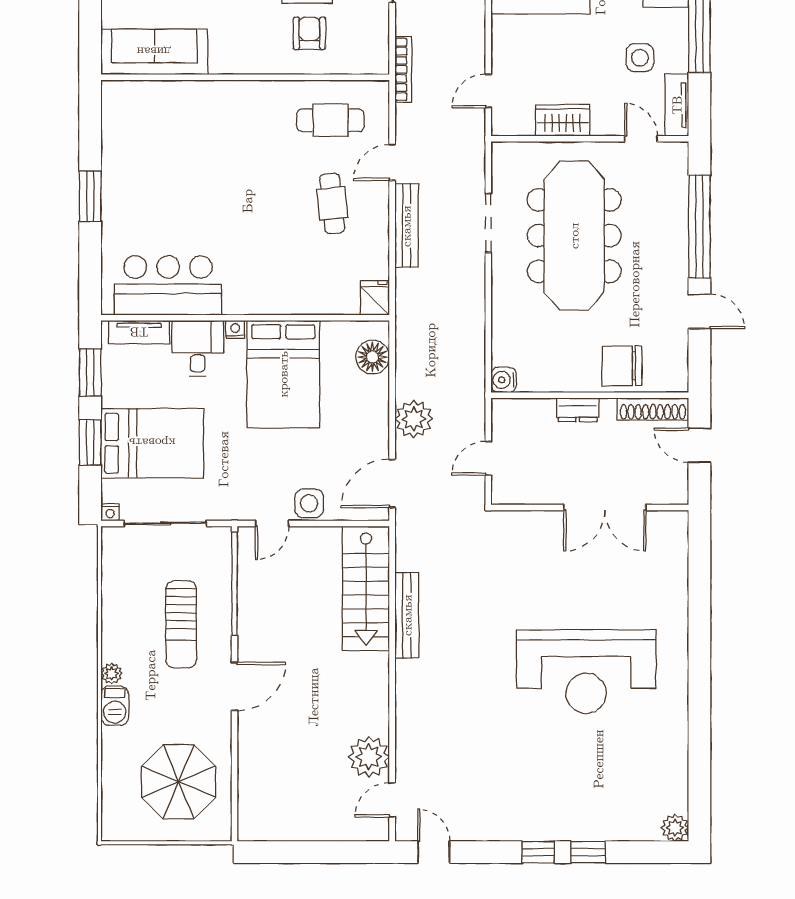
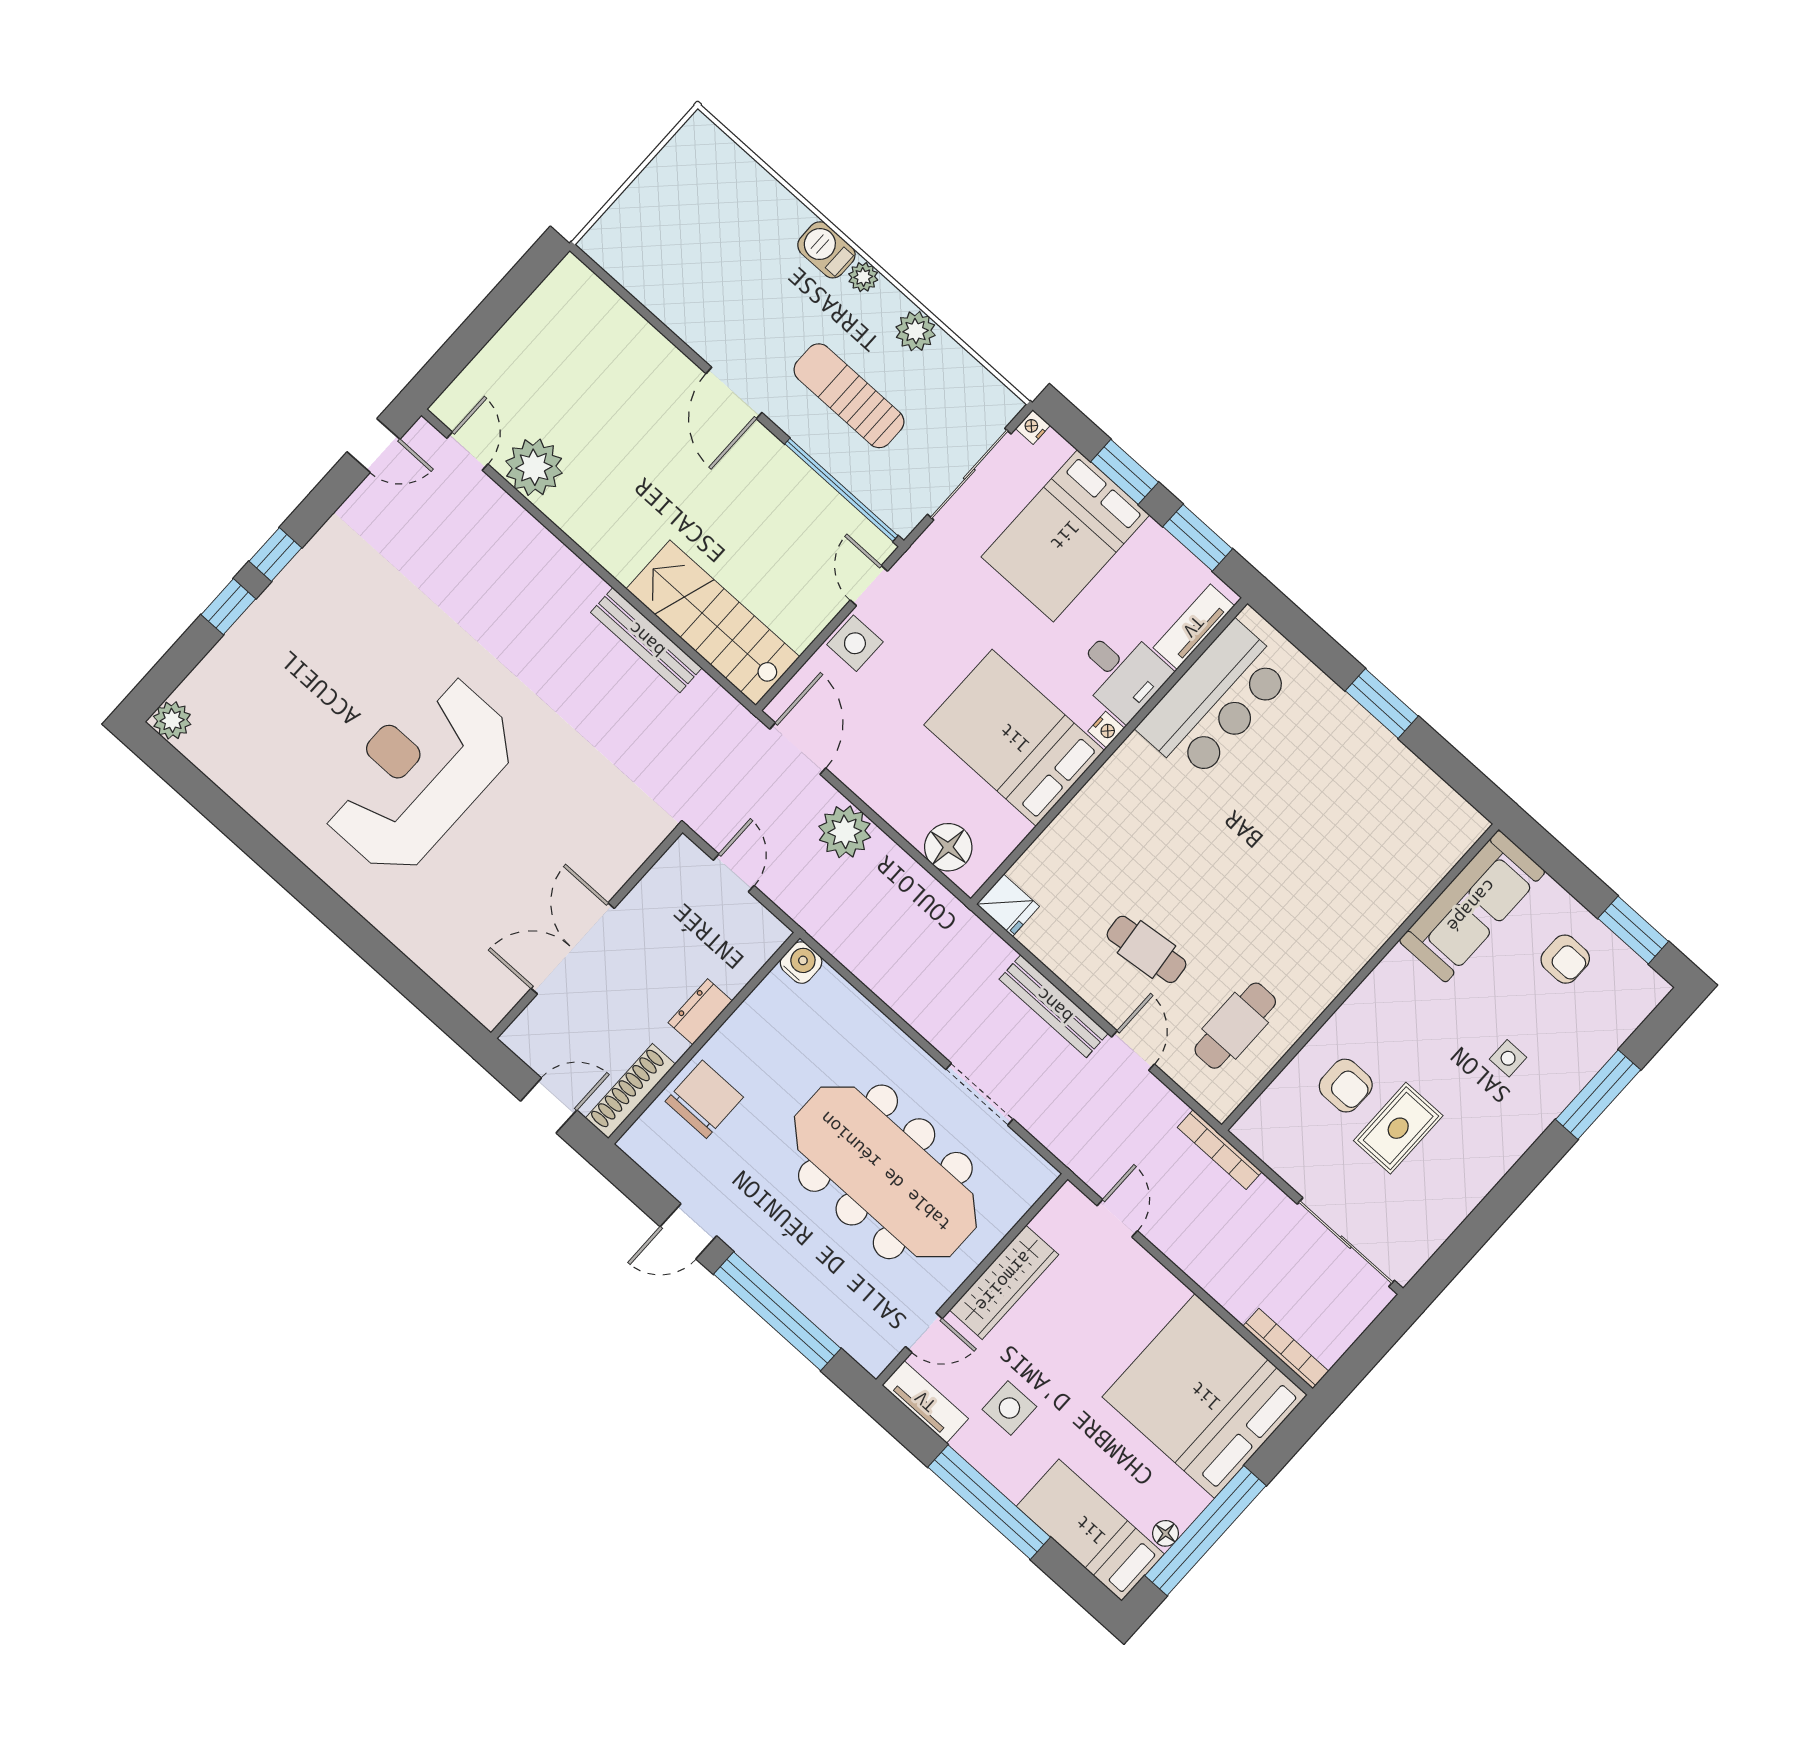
wardrobe: (563, 120) -> (1004, 1282), width x1.50
plant: (115, 620) -> (916, 331), added
parasol: (179, 782) -> (687, 245), removed

